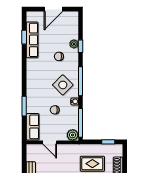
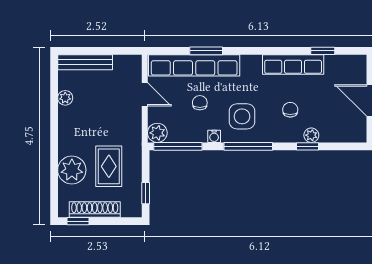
row of seats: (32, 40) -> (293, 64), moved
side table: (63, 85) -> (242, 116), turned 45
row of seats: (33, 127) -> (194, 65), width x2.02
door: (50, 142) -> (145, 94), swing flipped

